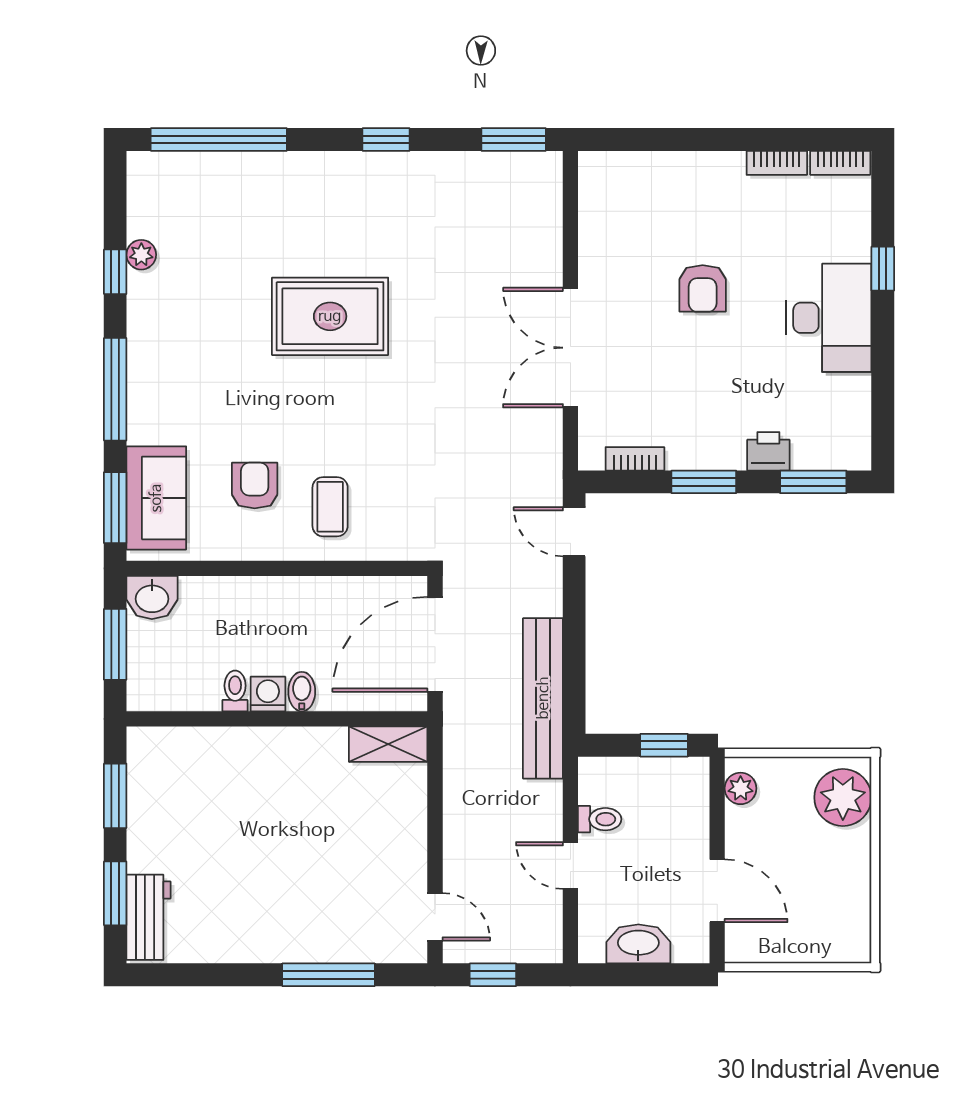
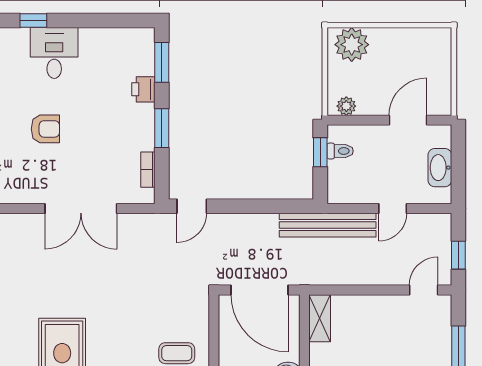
desk: (829, 318) -> (54, 53), width x0.73
bench: (543, 698) -> (328, 225), moved
toilet: (600, 819) -> (340, 151), moved, turned 90

